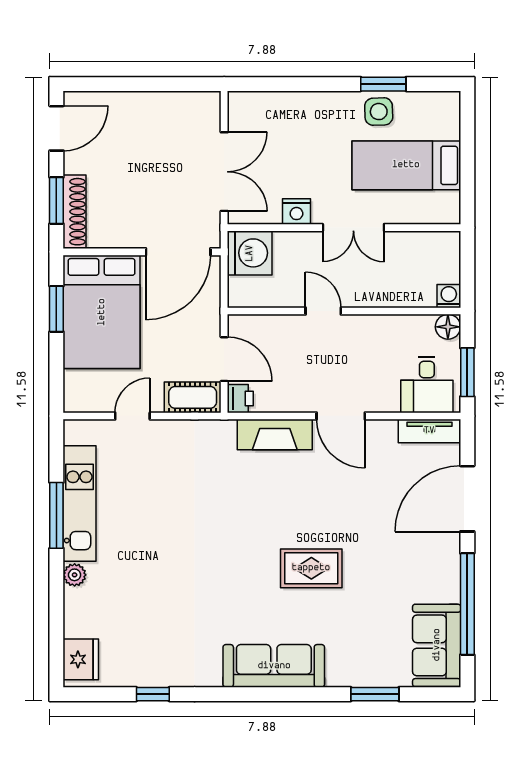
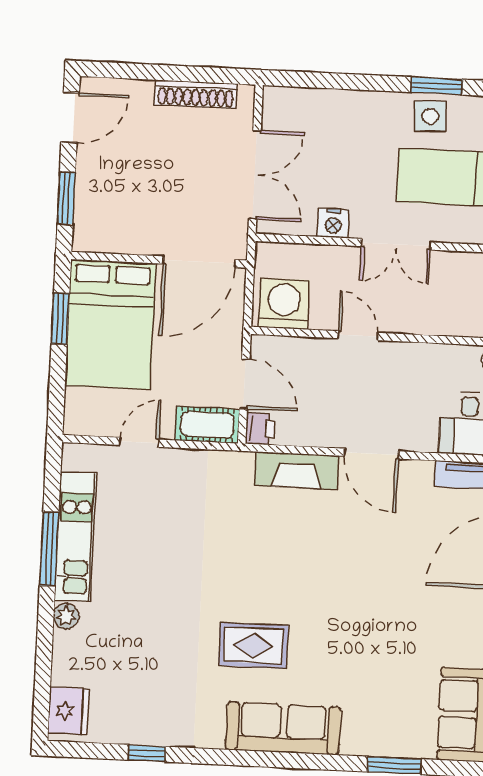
shoe rack: (75, 212) -> (196, 94), moved, turned 90
washing machine: (250, 253) -> (284, 304), moved, turned -90
rug: (311, 568) -> (253, 645), moved

